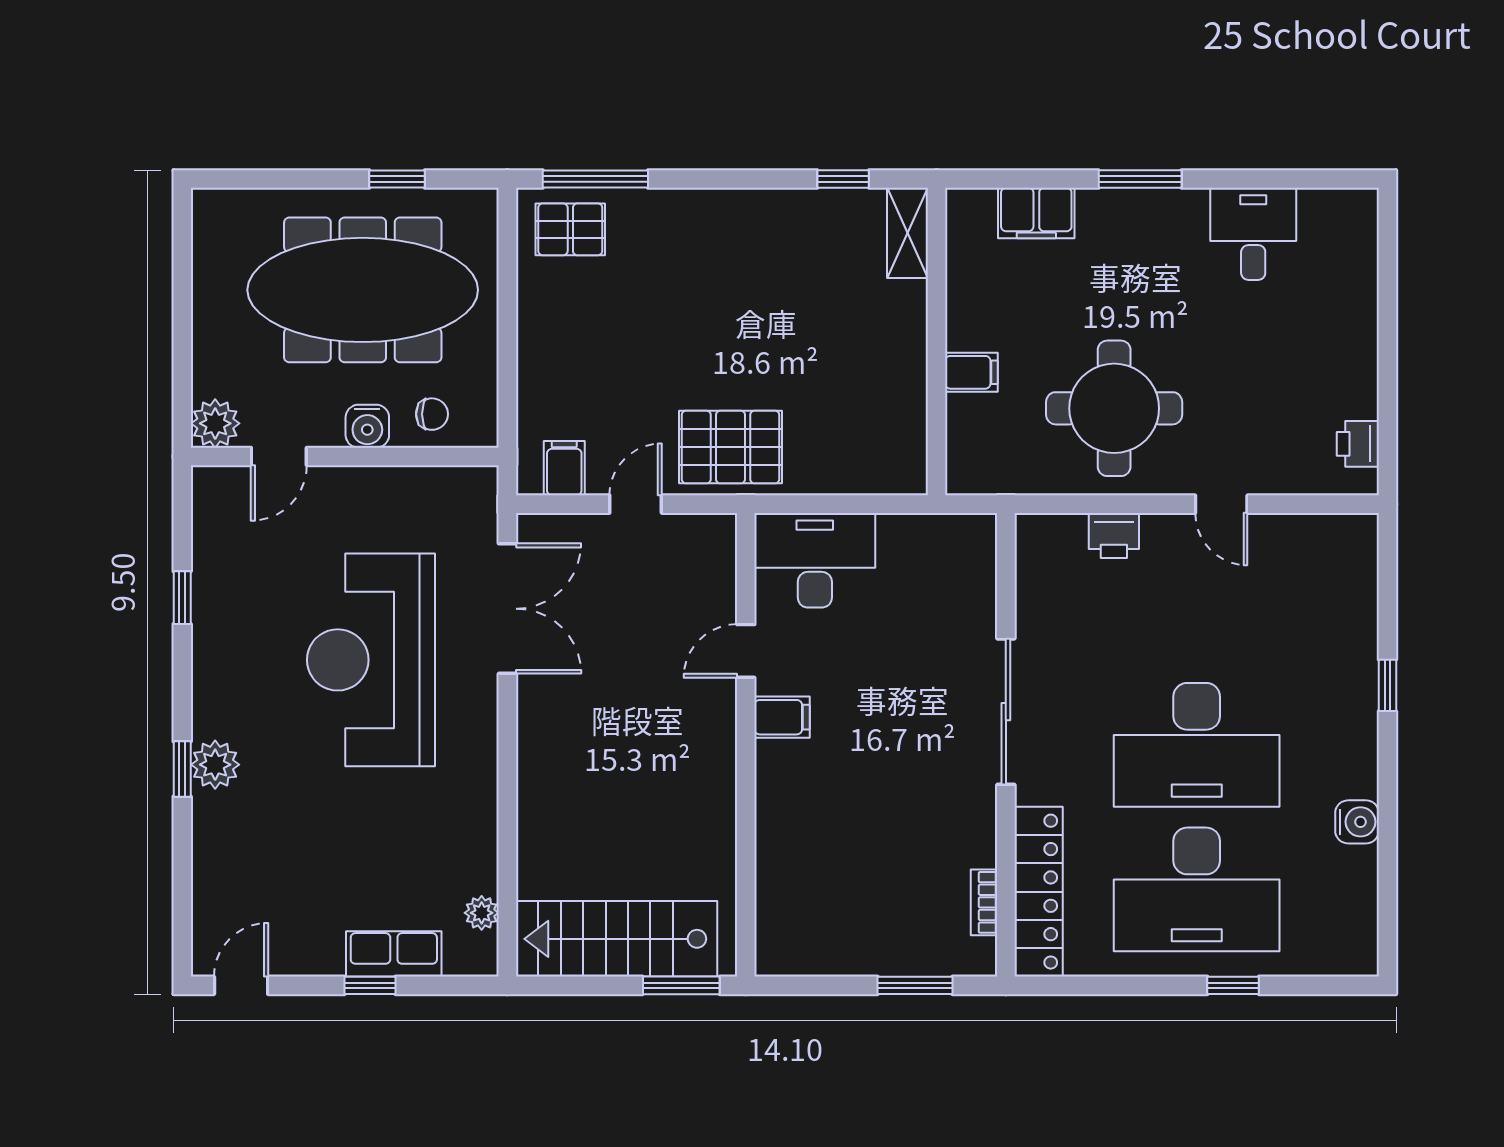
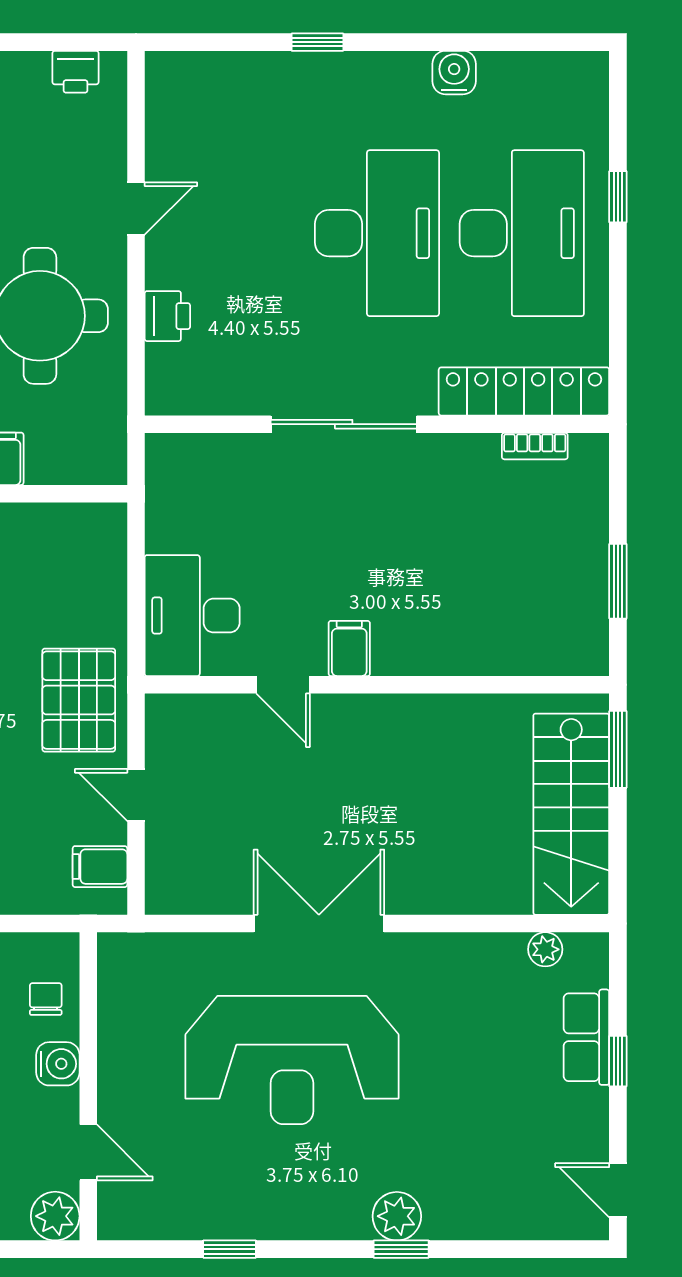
double door: (507, 609) -> (319, 924), moved
window: (915, 985) -> (618, 581), moved

